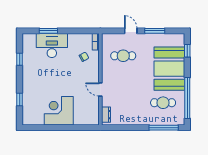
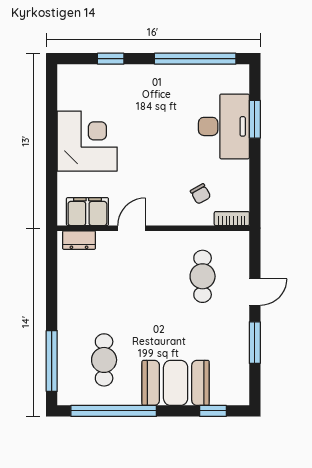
window: (20, 59) -> (195, 59), width x3.17
booth: (169, 69) -> (176, 383), width x0.73, depth x0.70
filing cabinet: (92, 111) -> (87, 212), added

